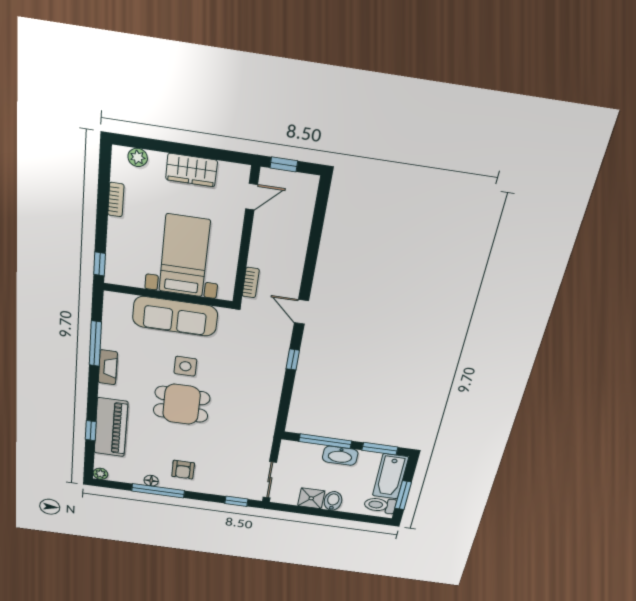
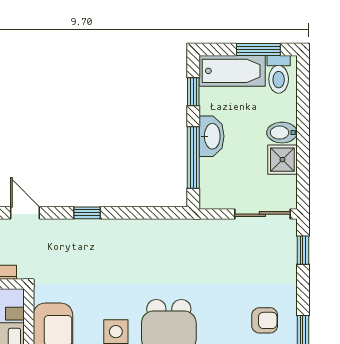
door: (301, 312) -> (25, 213), swing flipped
window: (380, 449) -> (193, 92), width x0.67

